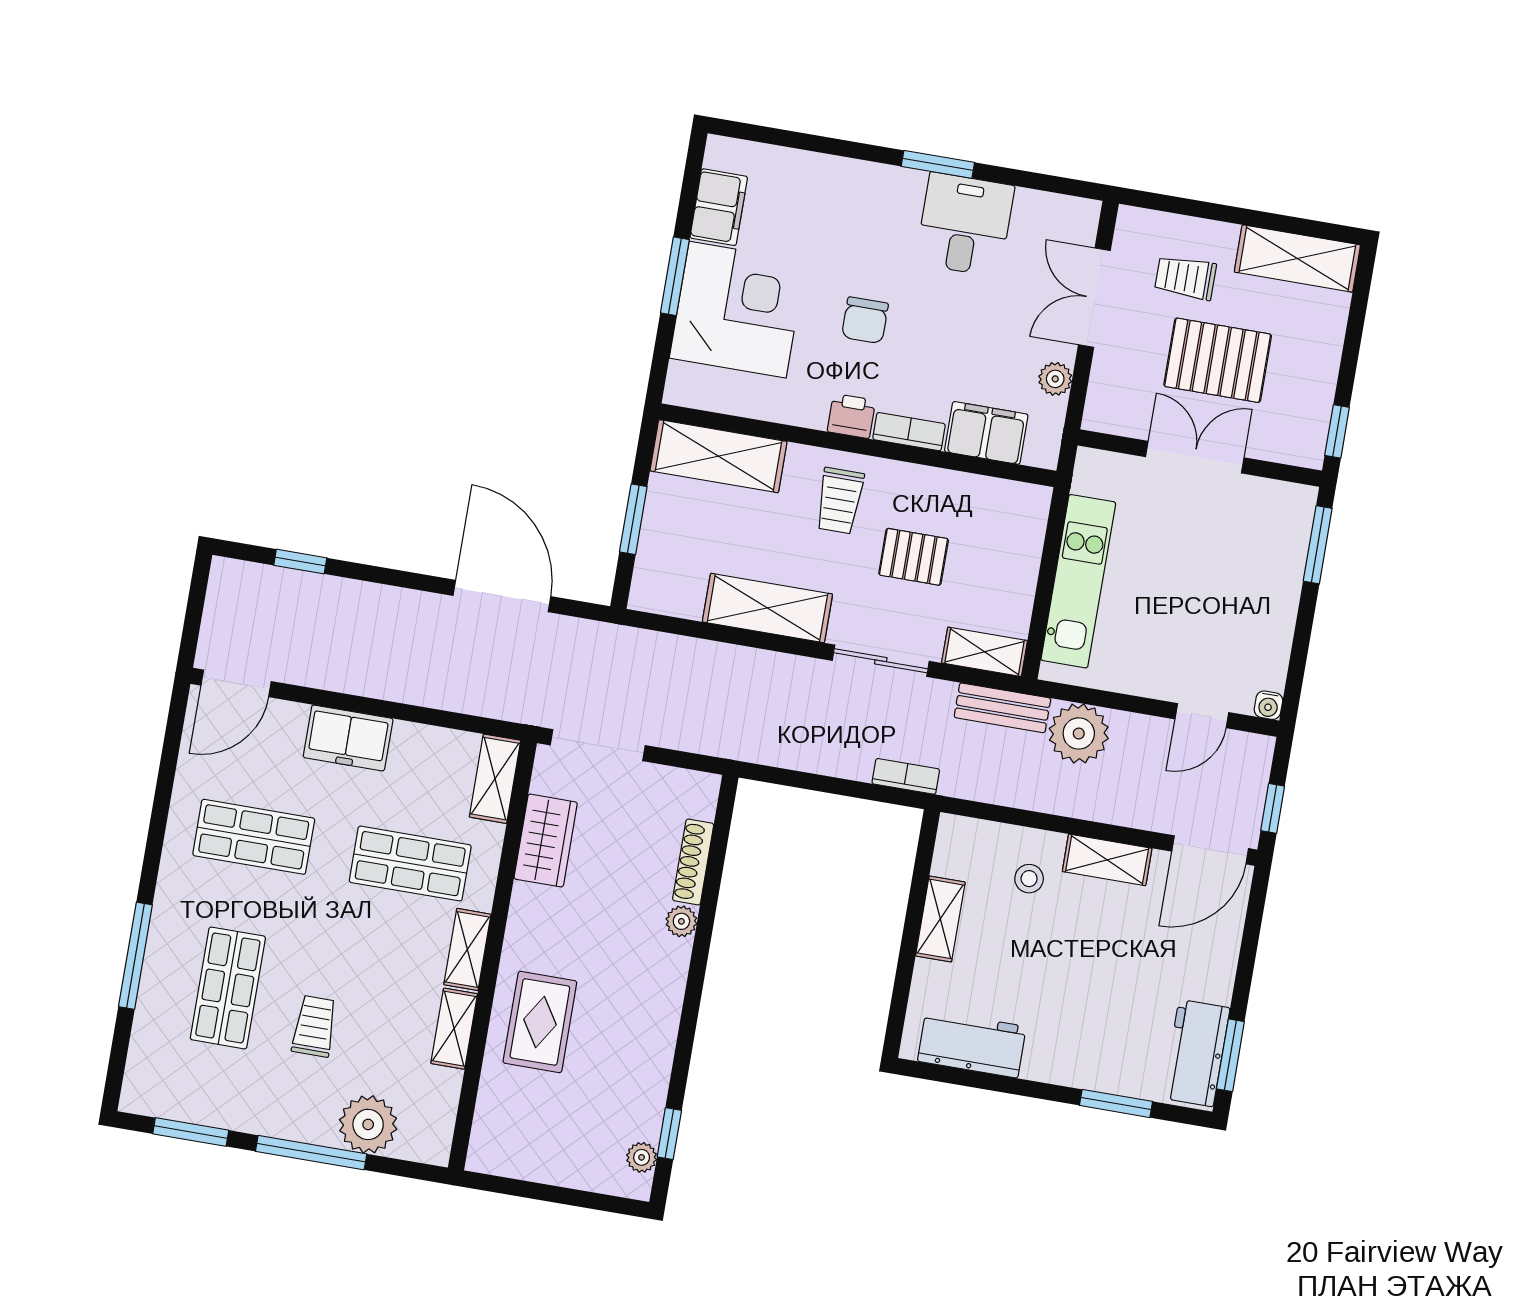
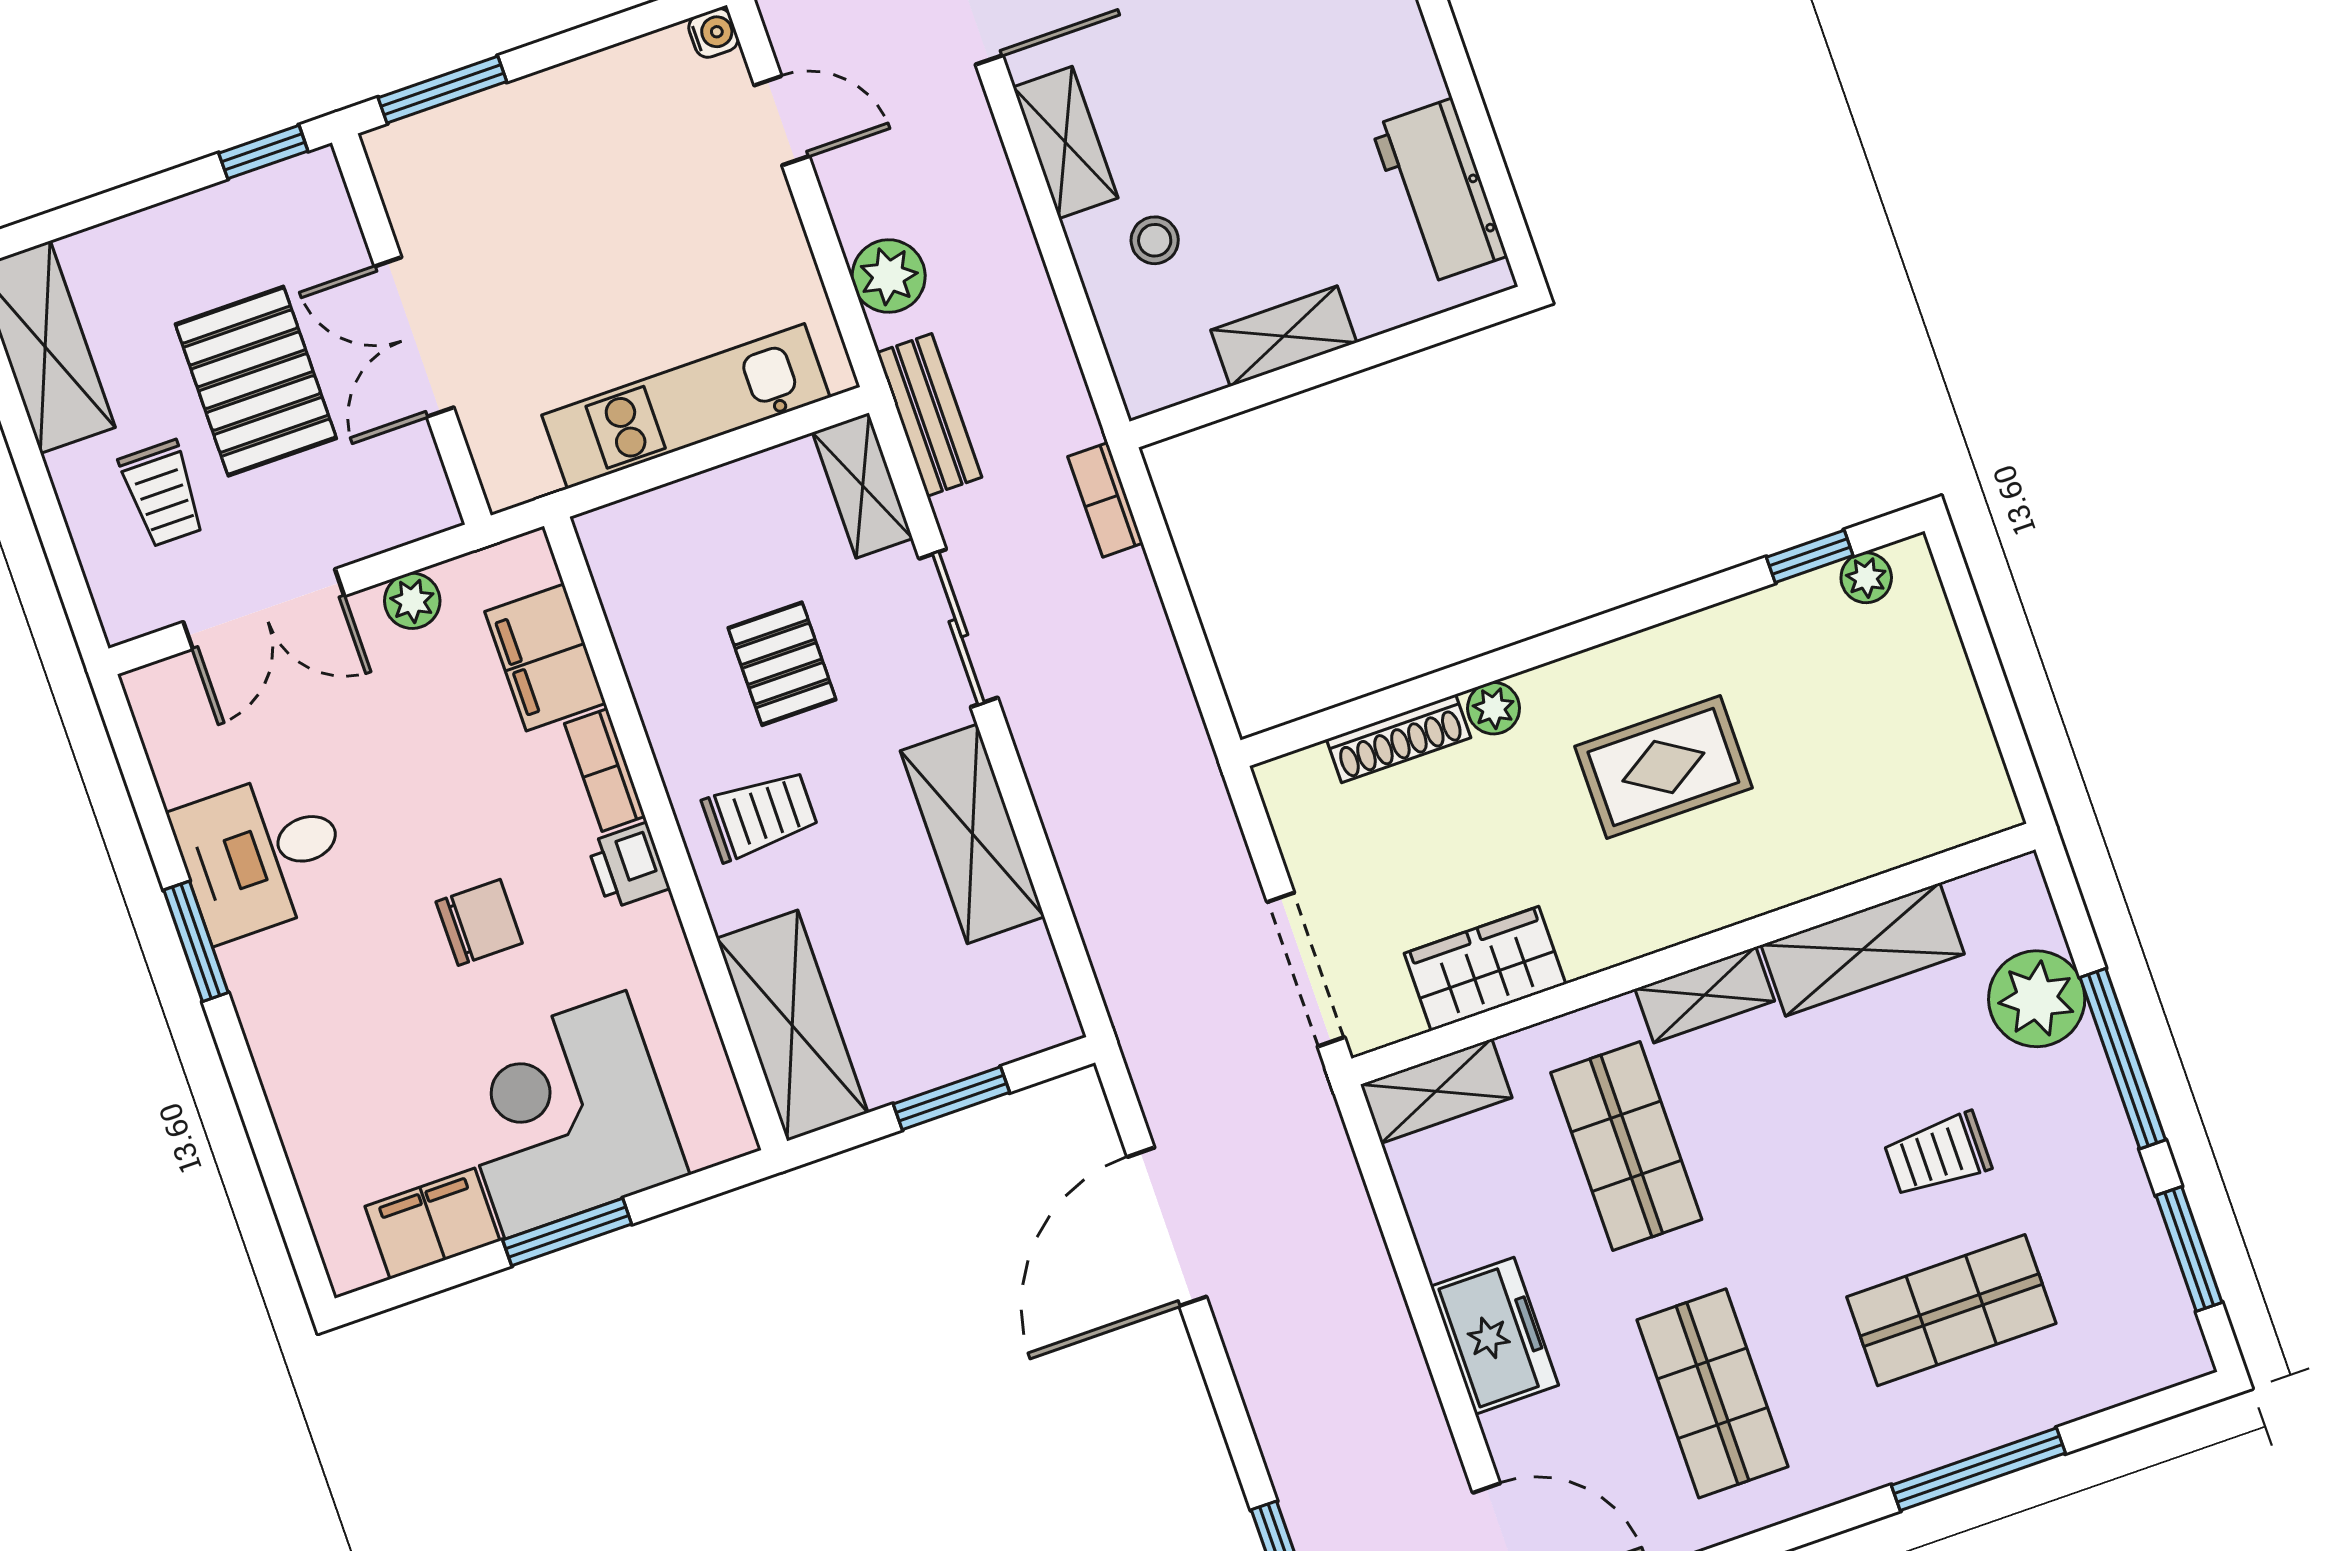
plant: (1079, 733) -> (889, 276), width x0.73, depth x0.73
rug: (540, 1022) -> (1663, 767), moved
shelving: (454, 1029) -> (1863, 950), width x1.50, depth x1.33

